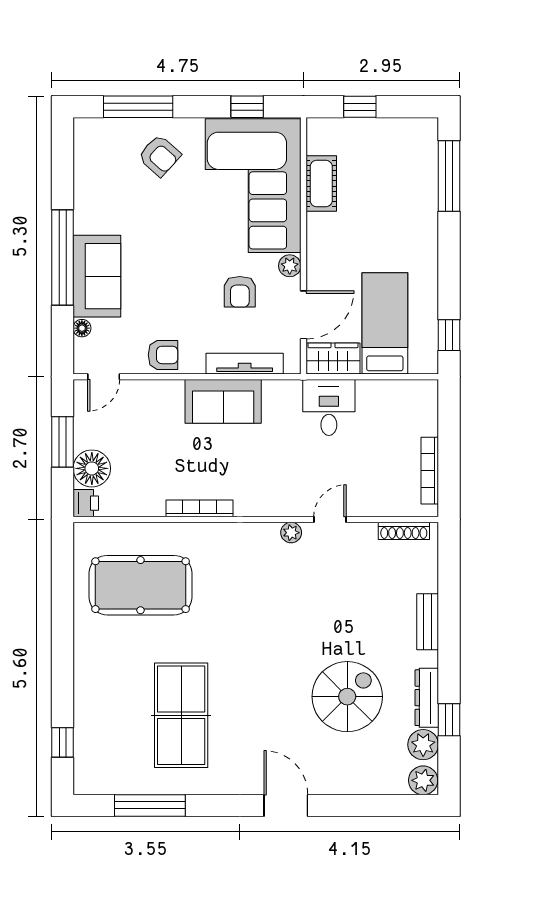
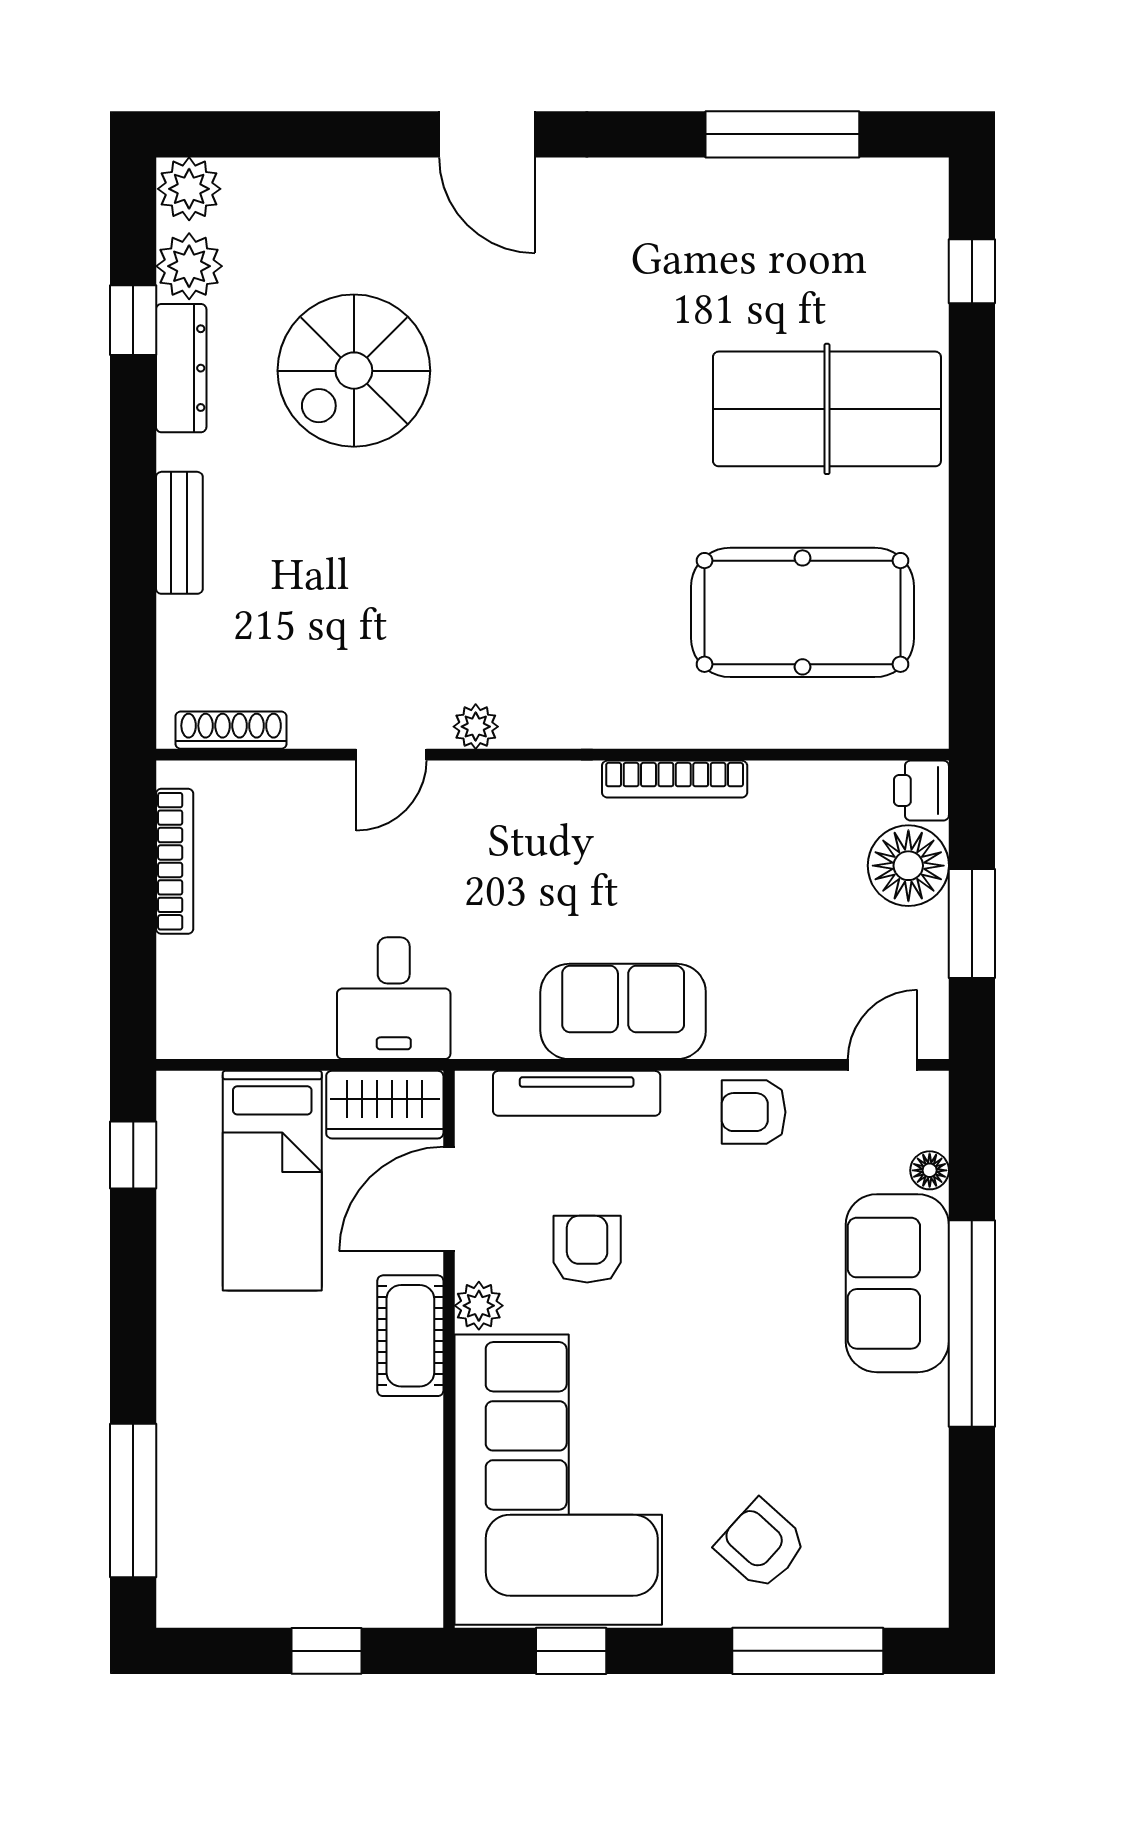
cot: (321, 184) -> (410, 1336), moved
table tennis table: (181, 715) -> (827, 409), moved, turned 90

